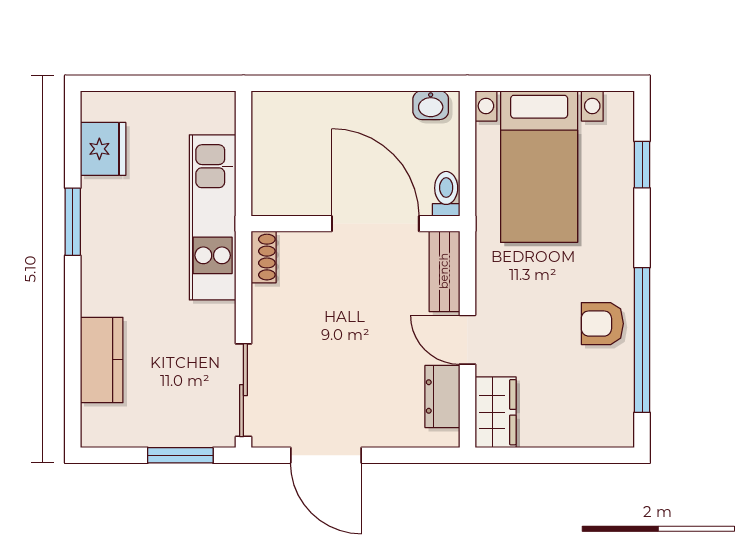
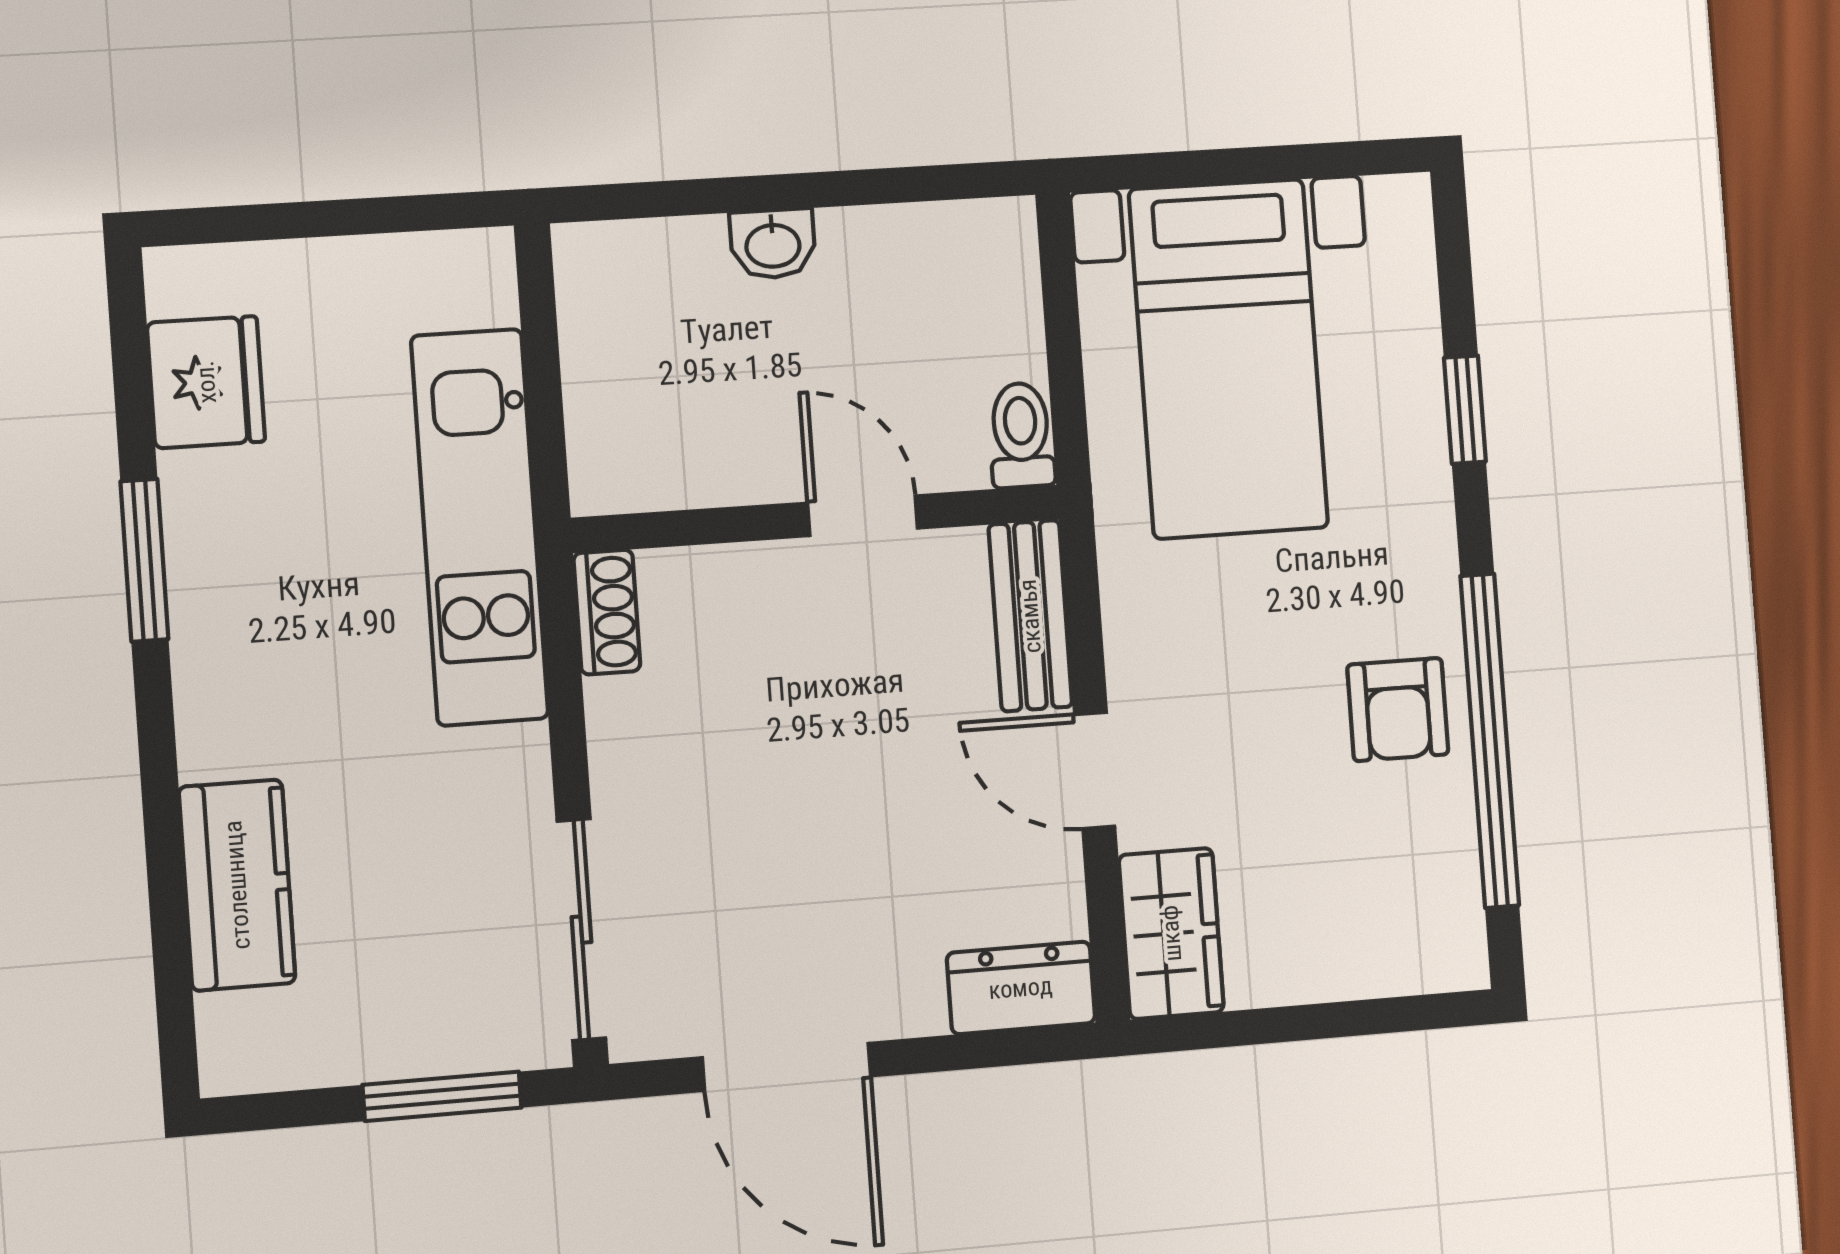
washbasin: (431, 105) -> (773, 244), moved
window: (642, 165) -> (1465, 410), moved
door: (375, 224) -> (863, 516), width x0.53
armchair: (602, 324) -> (1398, 709), turned -90
dresser: (442, 397) -> (1021, 988), moved, turned 90

